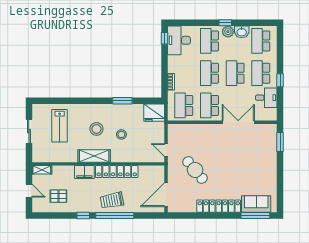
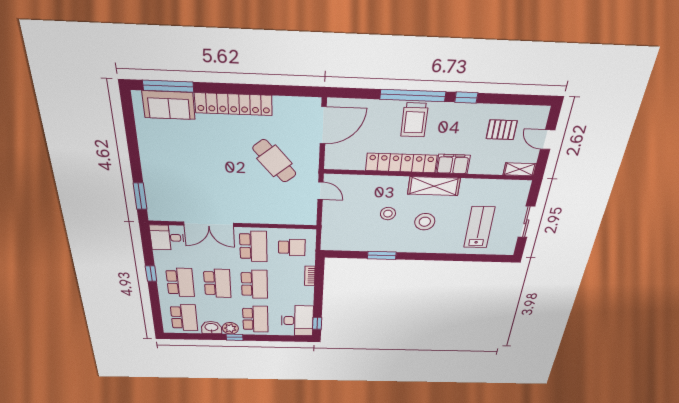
desk: (266, 98) -> (167, 238), moved
school desk: (184, 105) -> (292, 247), width x0.54
fridge: (154, 113) -> (336, 240), removed
trolley: (112, 200) -> (414, 120), turned 101

